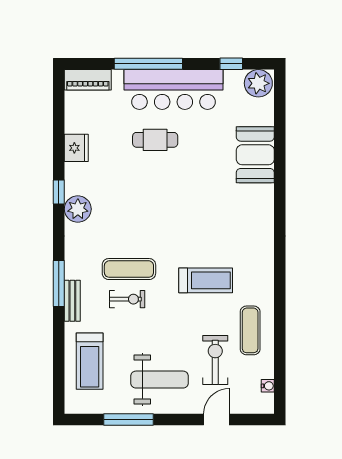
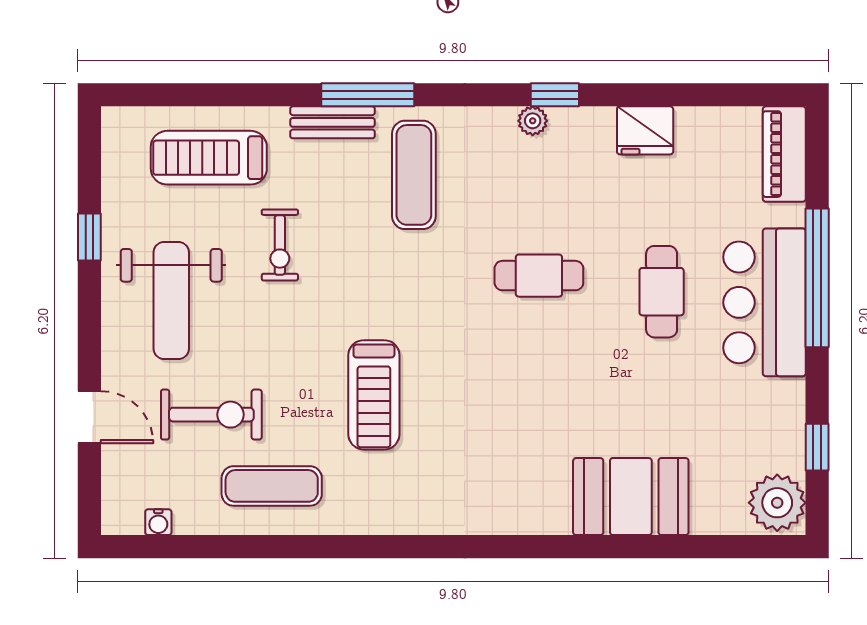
bar counter: (174, 89) -> (765, 302), width x0.73
cafe table: (147, 200) -> (539, 276), added
plant: (78, 209) -> (533, 121), width x0.53, depth x0.53
exercise mat: (129, 269) -> (414, 175), moved
exercise bike: (127, 299) -> (280, 245), moved
window: (128, 420) -> (89, 237), width x0.46

